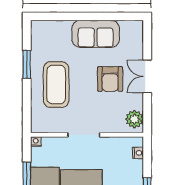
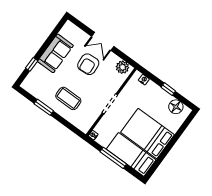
window: (64, 16) -> (32, 64), added
armchair: (110, 79) -> (88, 64), turned 86
coffee table: (56, 85) -> (68, 98), width x0.73, depth x0.76

